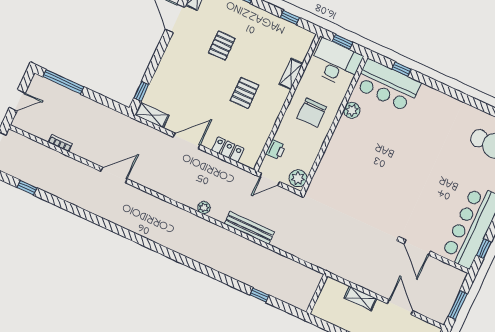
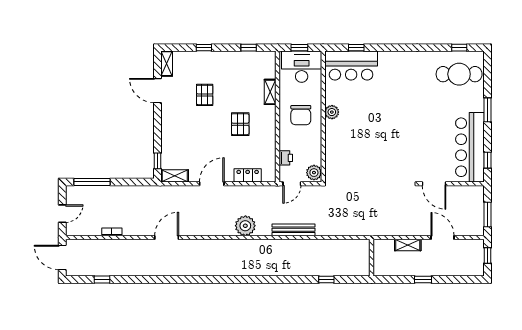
plant: (352, 110) -> (332, 112), moved
plant: (204, 208) -> (245, 226), width x1.88, depth x1.88

